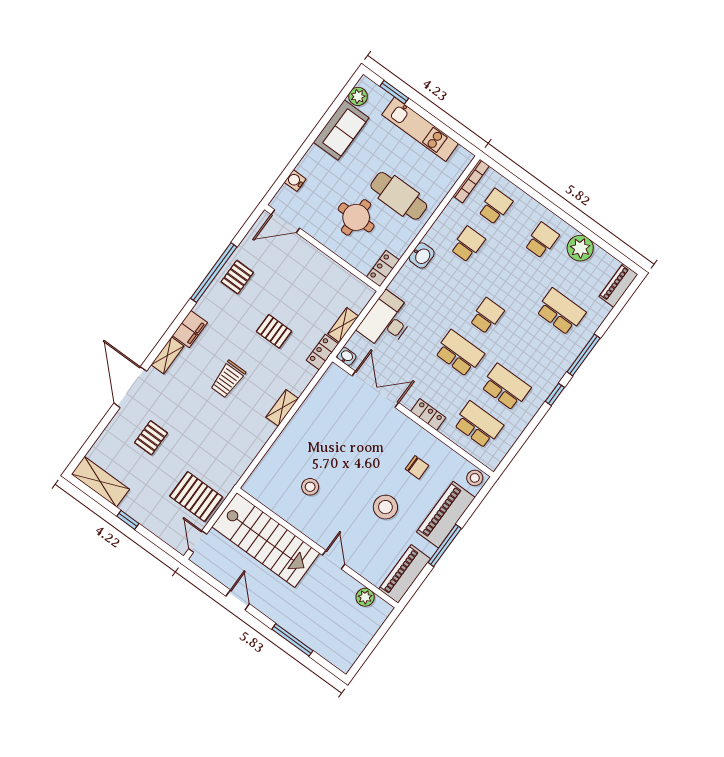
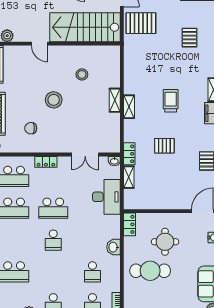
double door: (375, 389) -> (85, 155), width x0.73
shelving: (293, 428) -> (115, 100), added
stool: (385, 507) -> (54, 100), moved

